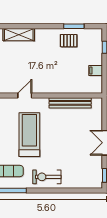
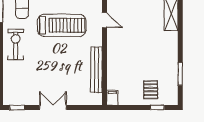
pallet: (69, 41) -> (151, 90), moved
filing cabinet: (96, 71) -> (112, 98), moved

